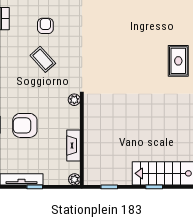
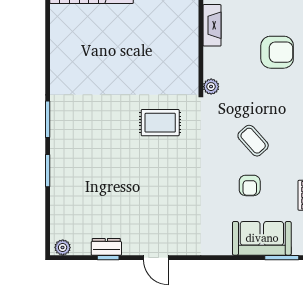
rug: (178, 61) -> (160, 123), moved, turned 90

